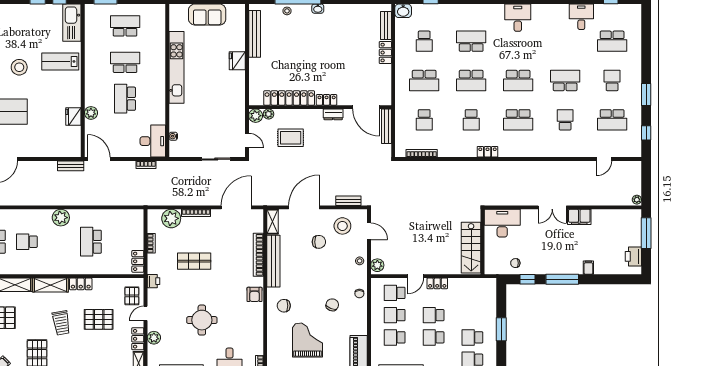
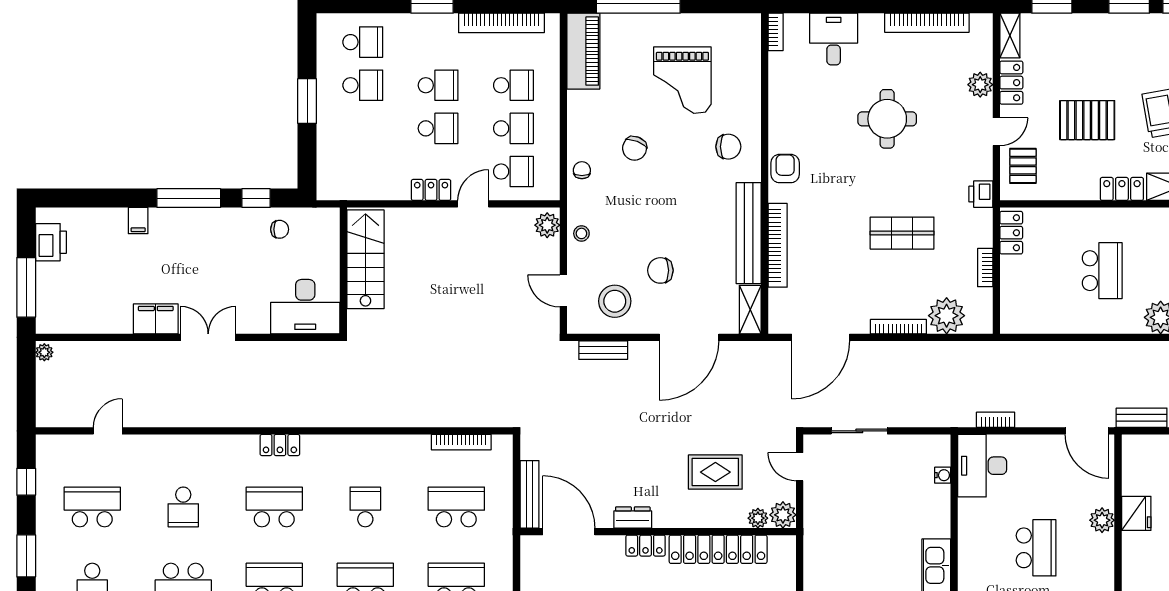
school desk: (424, 120) -> (456, 507), width x1.85
locker: (488, 152) -> (280, 445), moved

